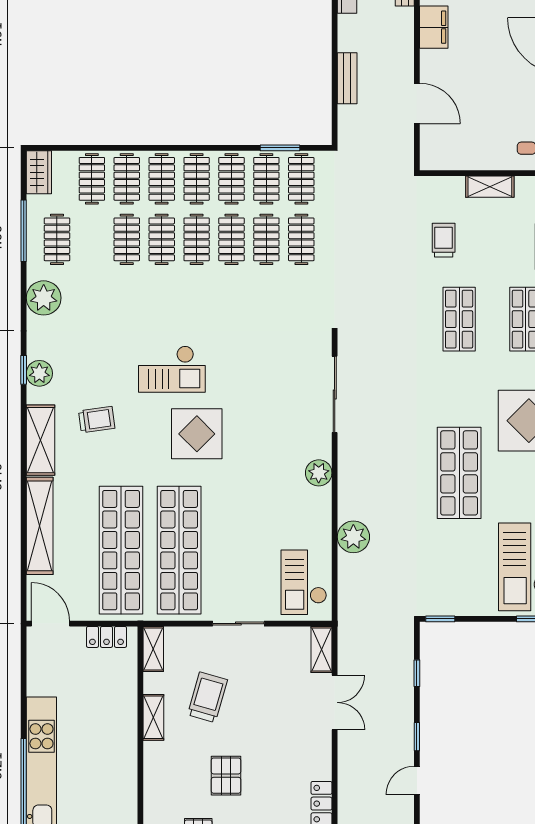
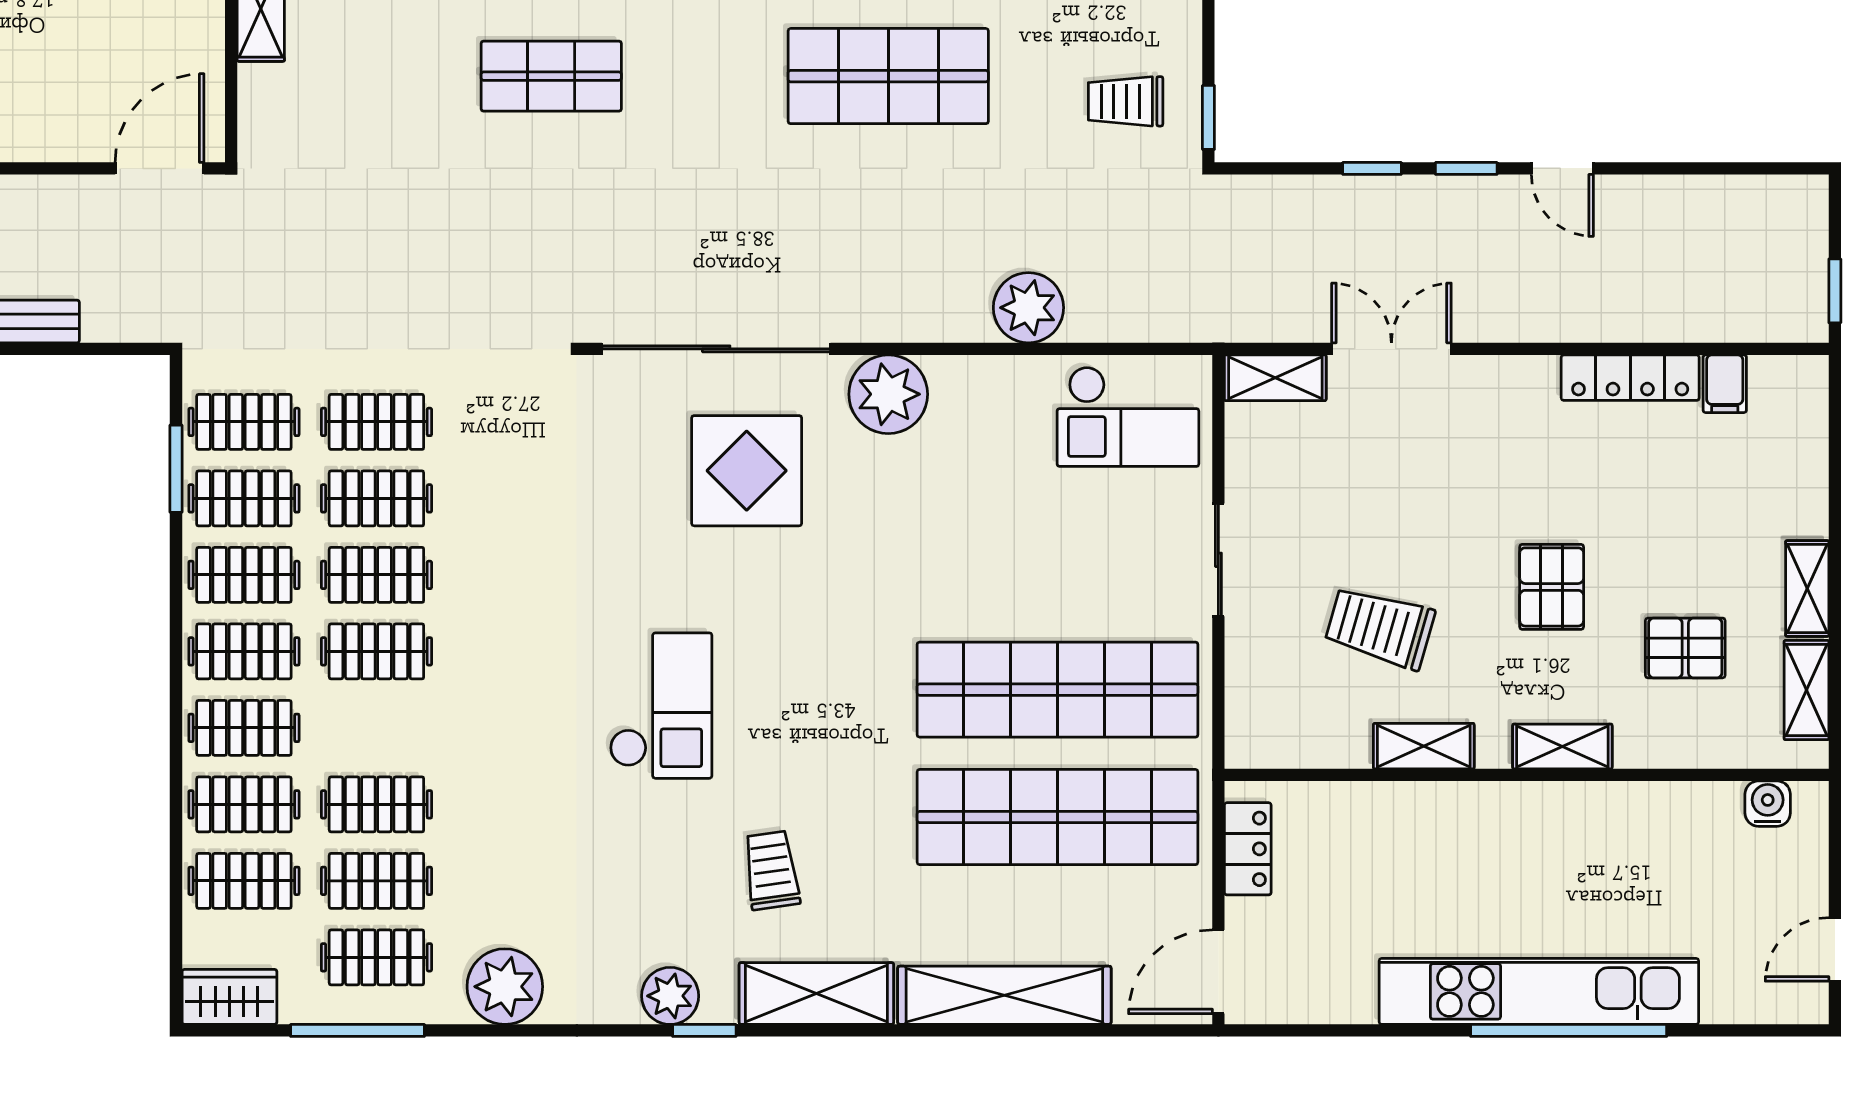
door: (417, 103) -> (160, 168), moved
clothes rail: (162, 239) -> (376, 881), moved
trolley: (444, 240) -> (1126, 101), moved
window: (24, 370) -> (704, 1030), moved
sliding door: (335, 394) -> (716, 349), width x1.36
display table: (197, 434) -> (747, 471), moved
plant: (319, 473) -> (888, 394), width x1.36, depth x1.36
shelving: (153, 649) -> (1562, 746), moved
window: (417, 673) -> (1372, 168), moved
pallet: (226, 776) -> (1552, 587), turned 90

